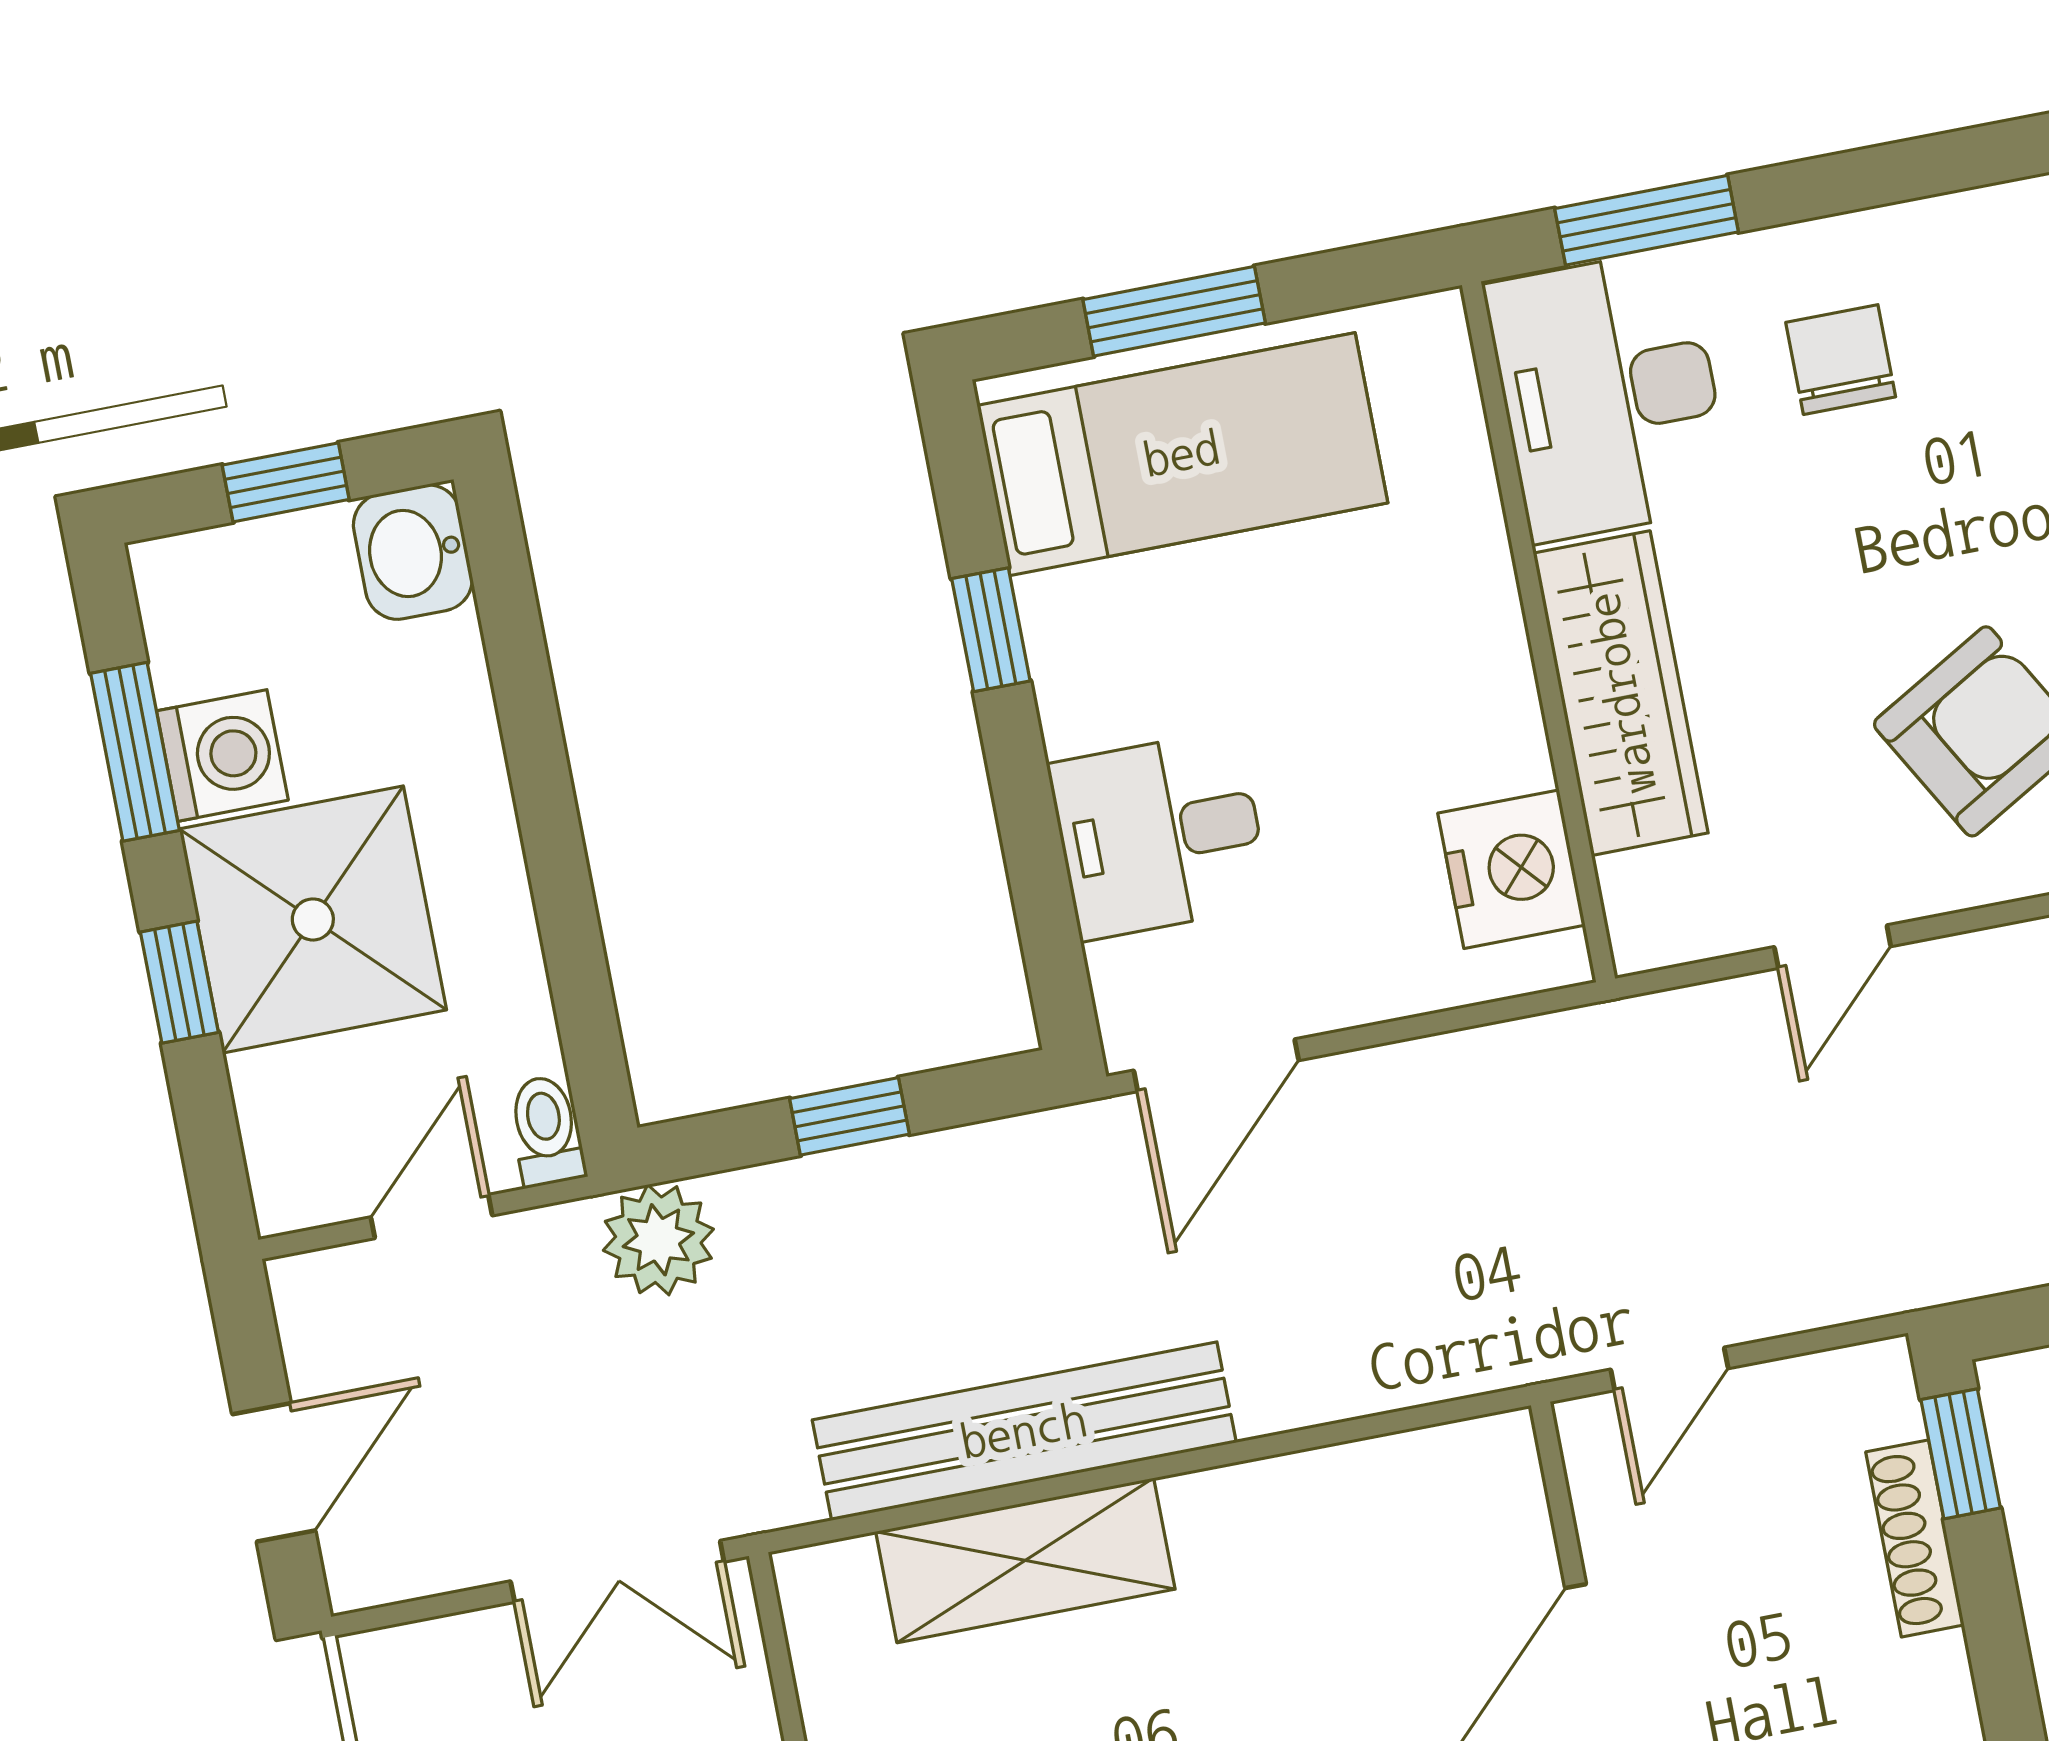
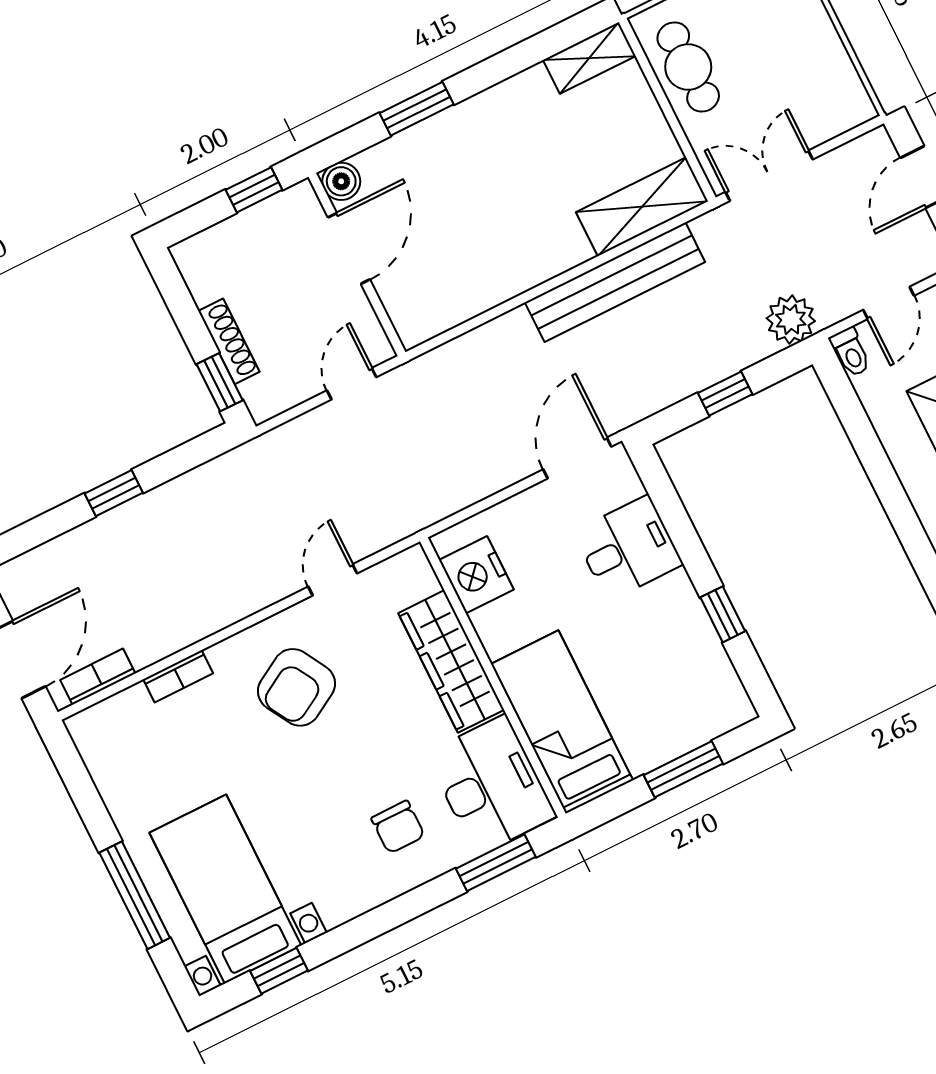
bed: (1182, 454) -> (562, 722), moved, turned 90
shelving: (1025, 1560) -> (642, 207), moved

